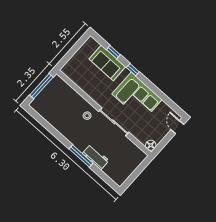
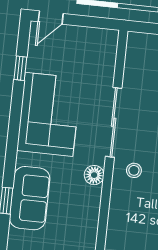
window: (133, 70) -> (20, 68), moved
floor lamp: (151, 145) -> (94, 175), moved

